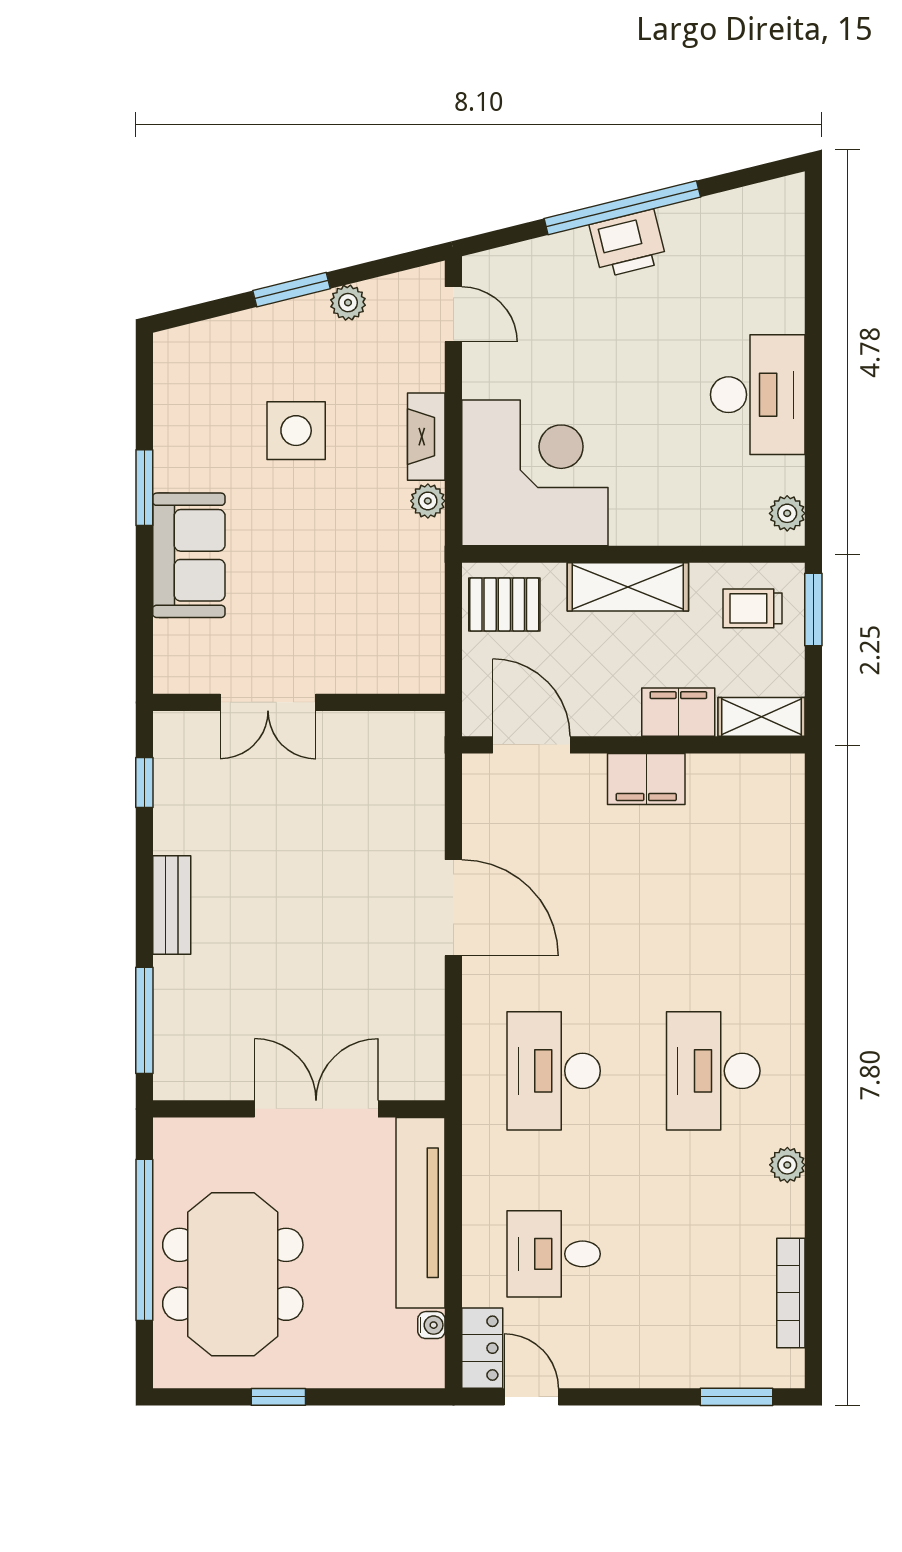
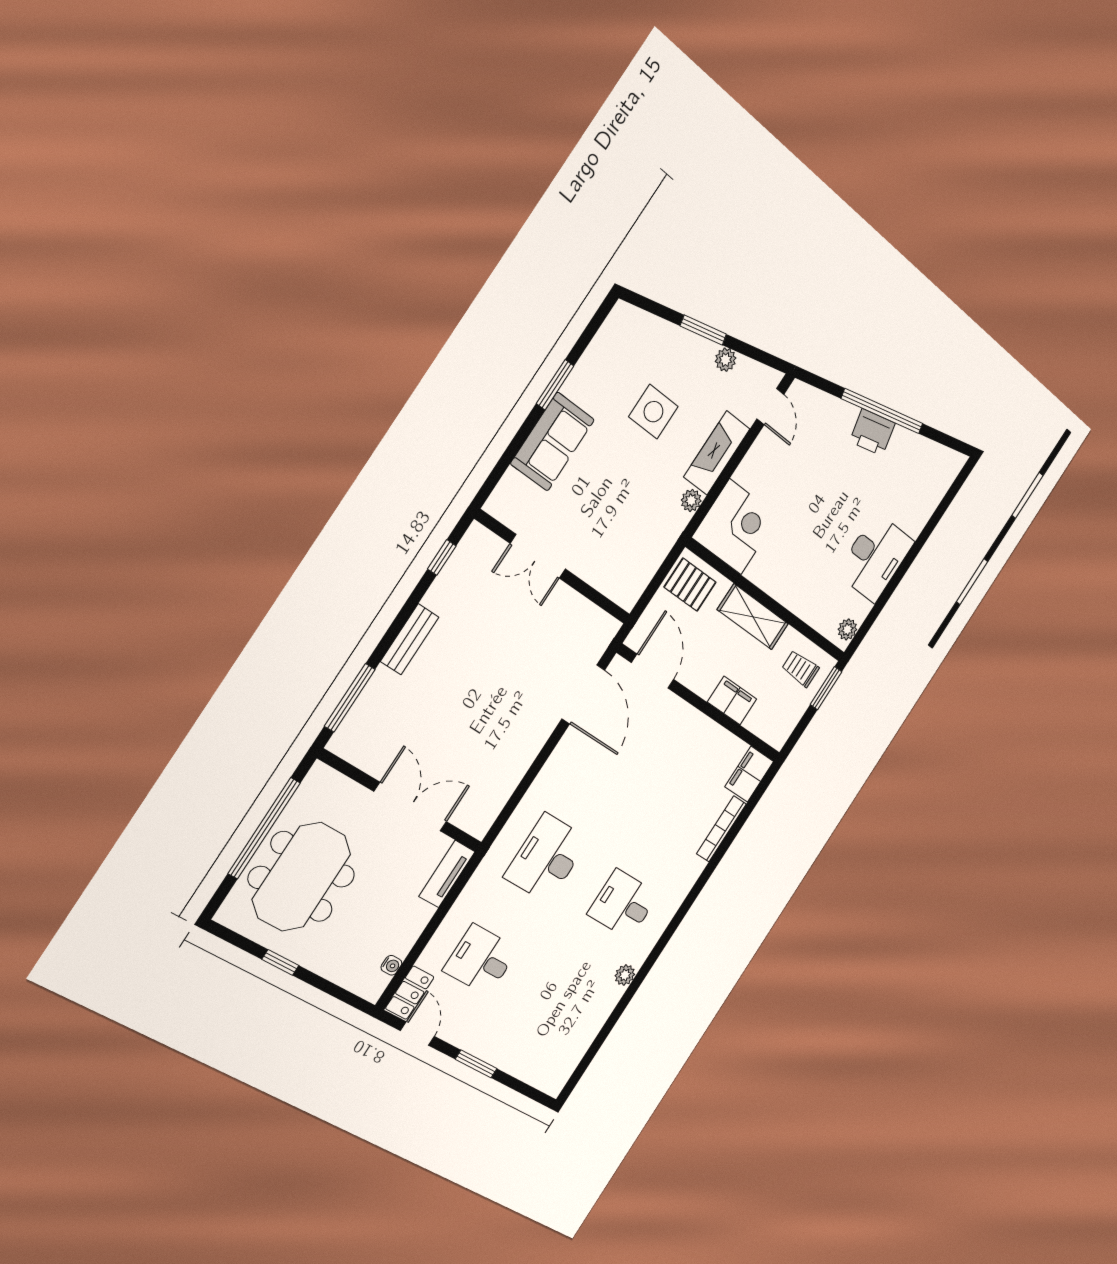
fireplace: (426, 437) -> (717, 453), width x1.37, depth x1.32
corner desk: (535, 473) -> (735, 527), width x0.74, depth x0.74
shelving: (762, 717) -> (767, 729), removed
filing cabinet: (646, 779) -> (749, 774), moved, turned 90
door: (453, 908) -> (583, 694), moved
desk: (713, 1071) -> (623, 904), width x0.73
tv unit: (421, 1213) -> (447, 874), width x0.52, depth x0.78
bookcase: (791, 1293) -> (721, 829), moved
window: (737, 1397) -> (476, 1064), moved

